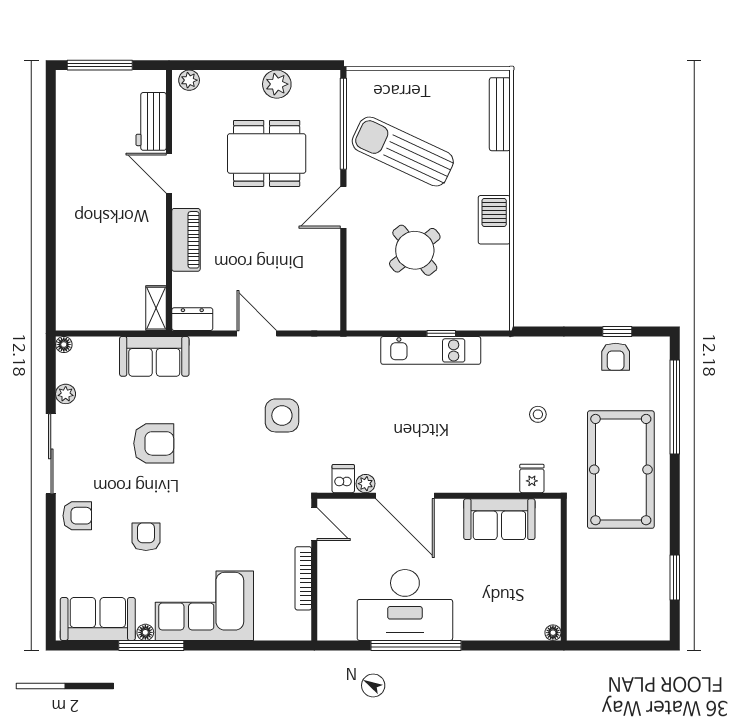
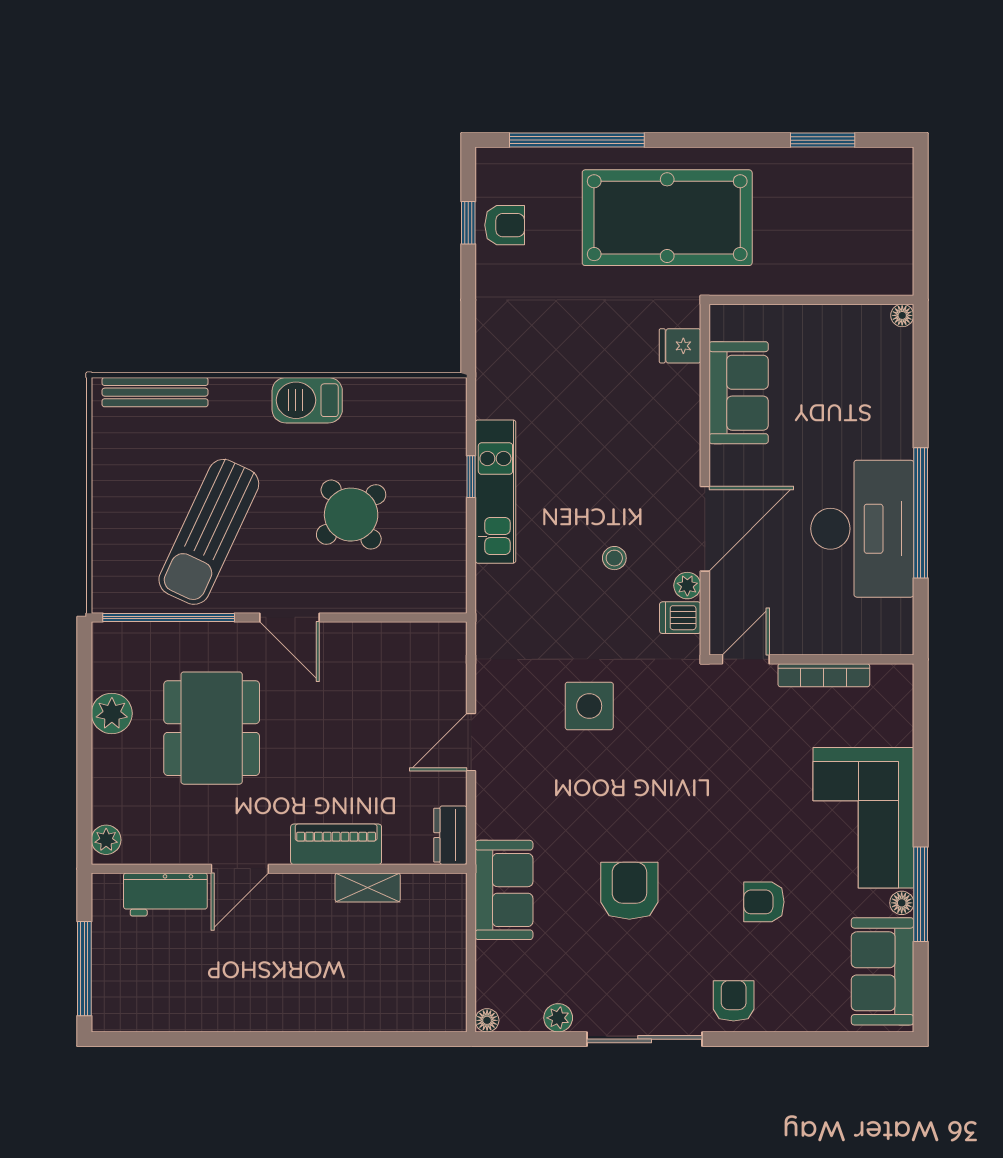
shelving: (156, 308) -> (368, 888), moved
stool: (538, 414) -> (614, 558), moved

